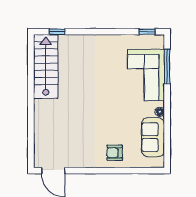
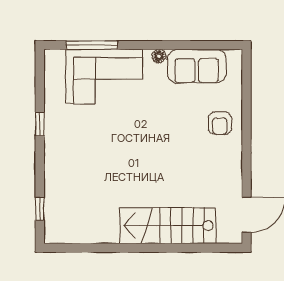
window: (147, 32) -> (40, 124), moved
stairs: (46, 67) -> (168, 226), moved

